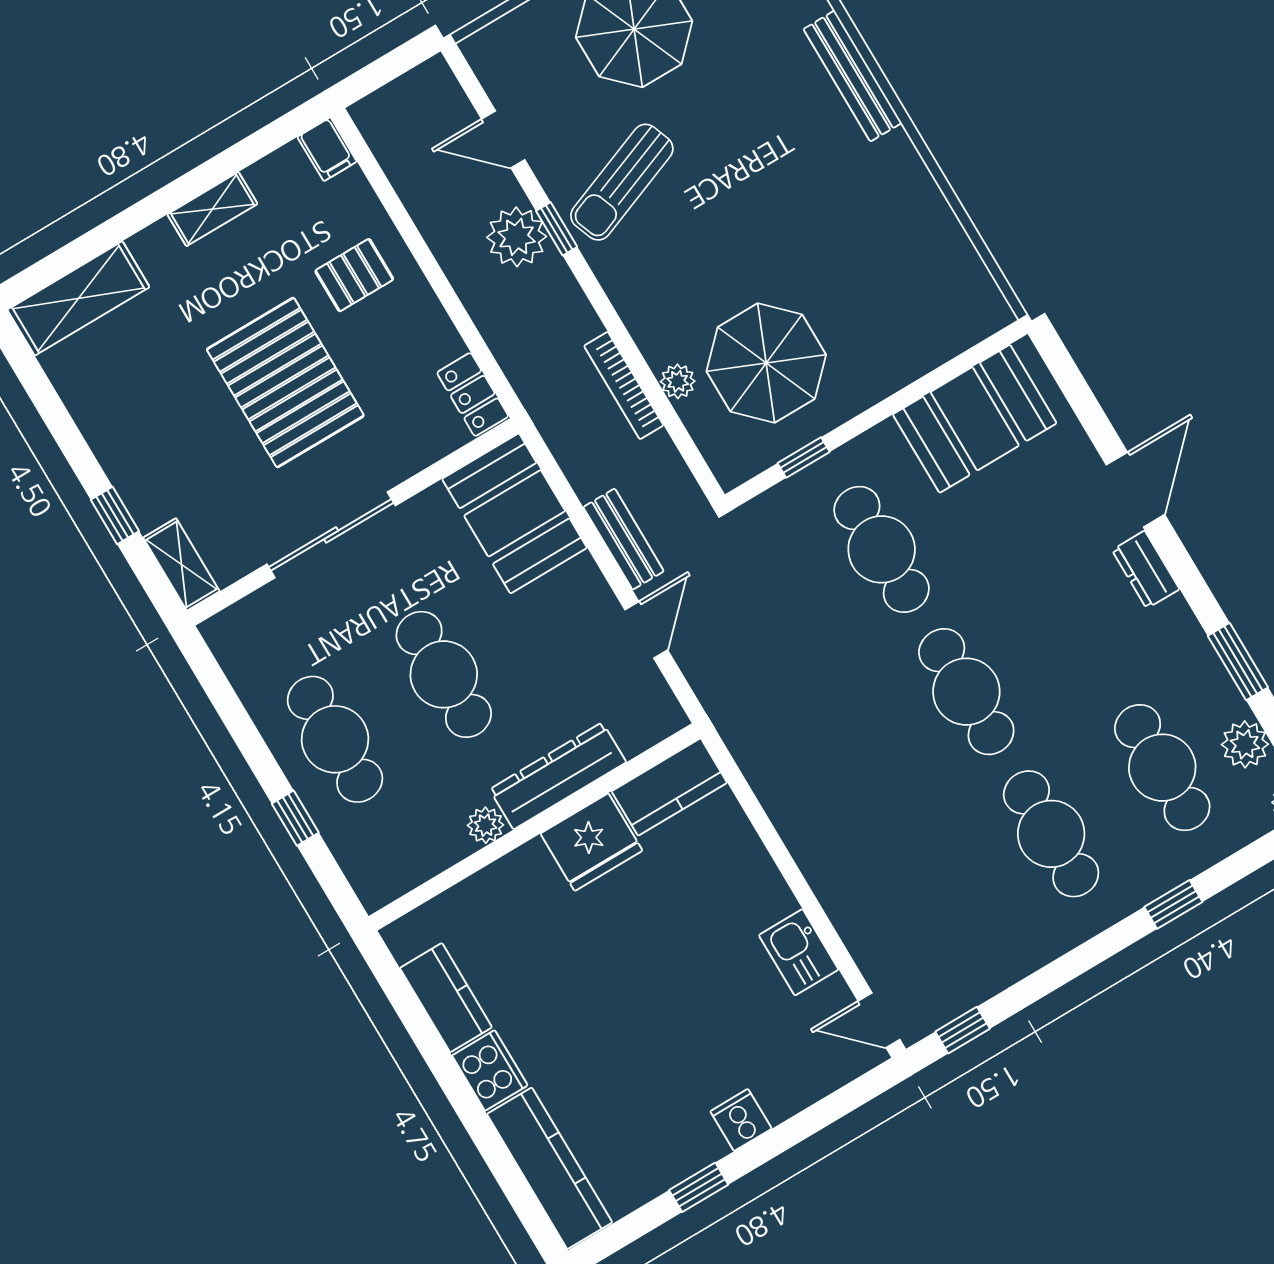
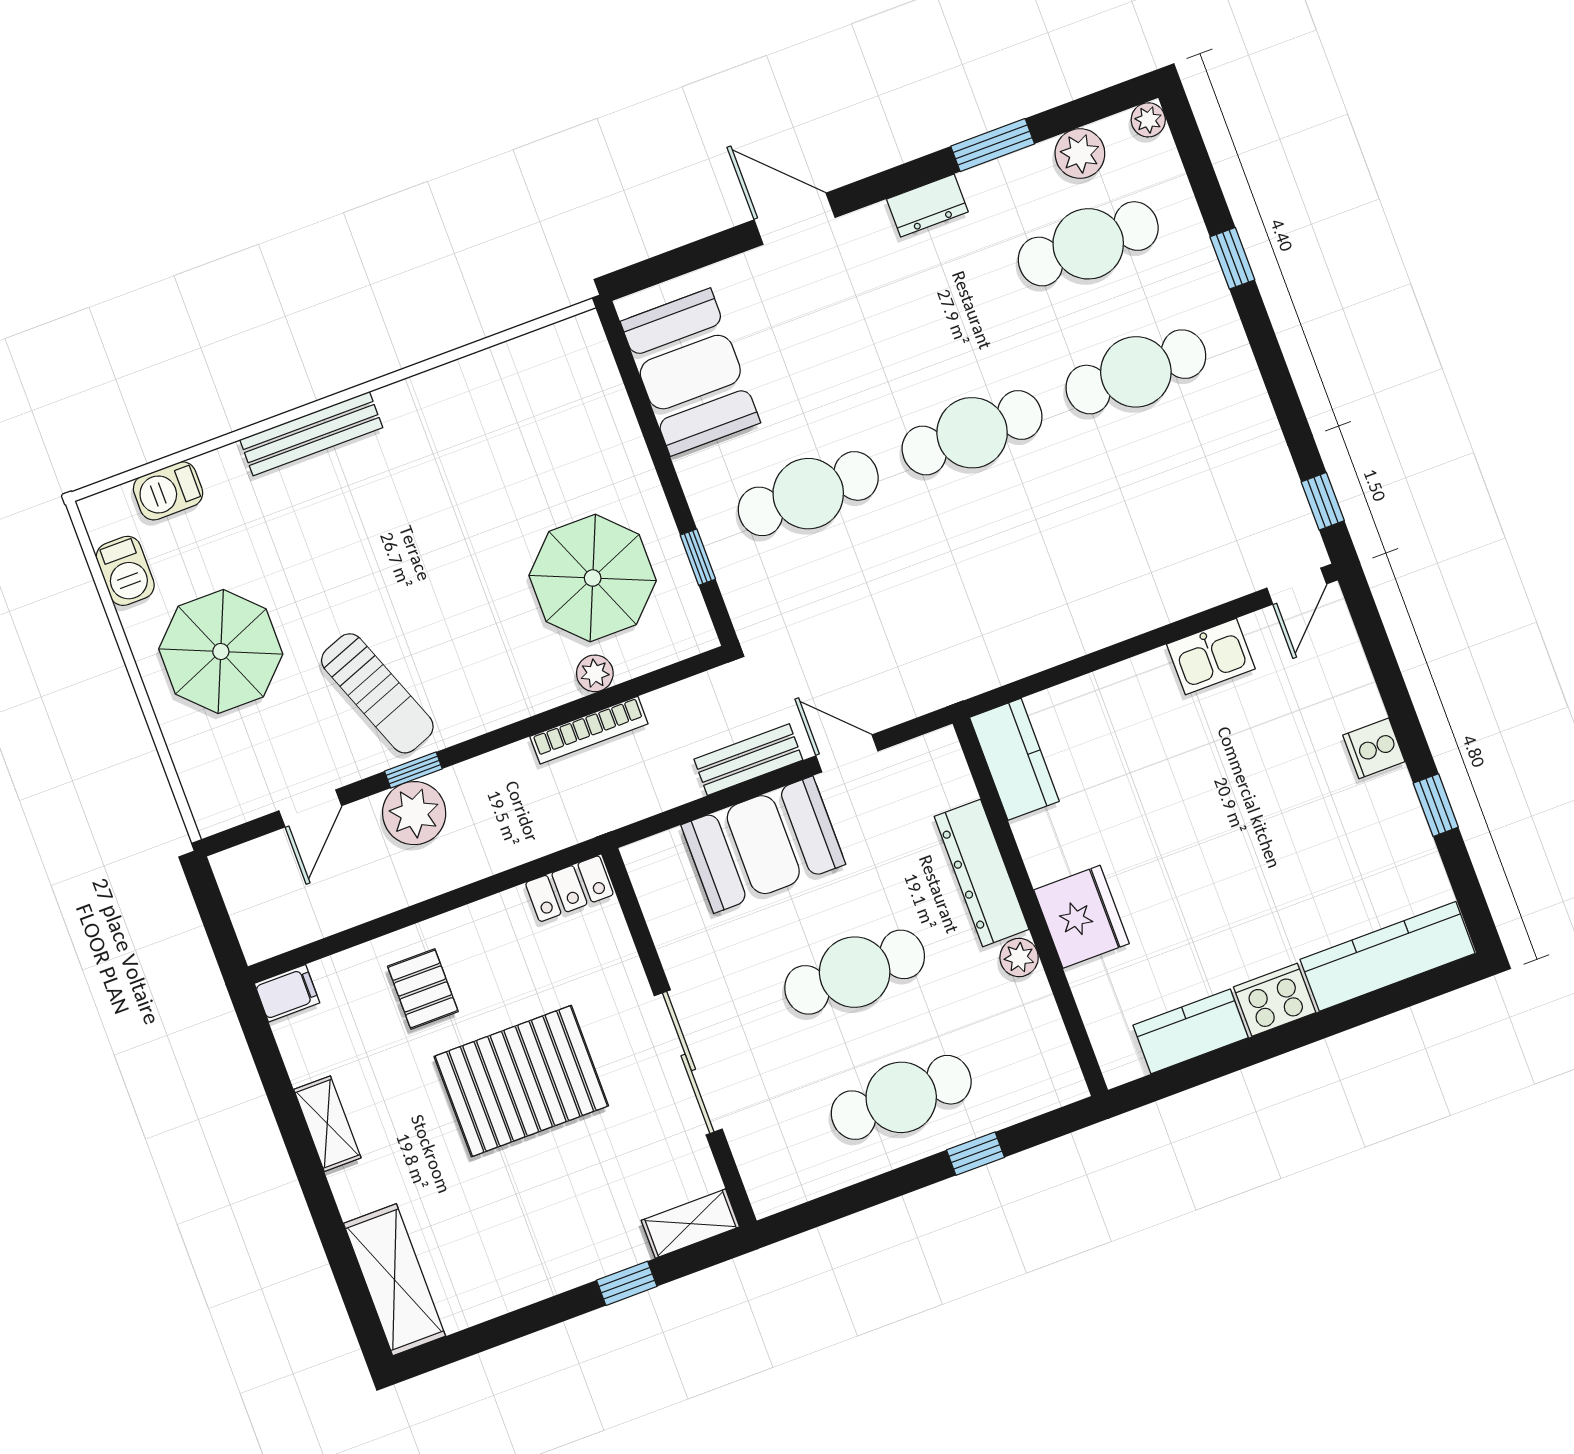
booth: (515, 513) -> (763, 845), moved
dresser: (1146, 570) -> (927, 205), moved
fridge: (591, 842) -> (1081, 917), moved

